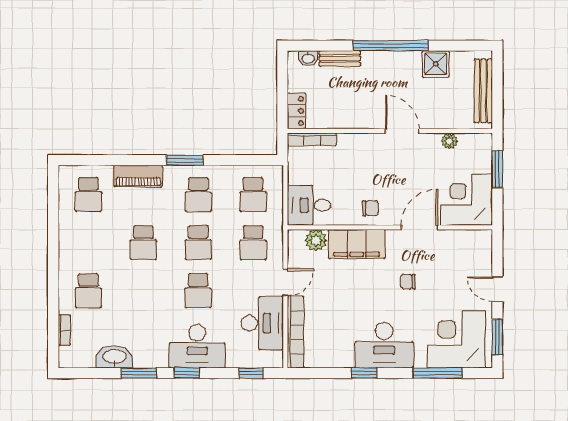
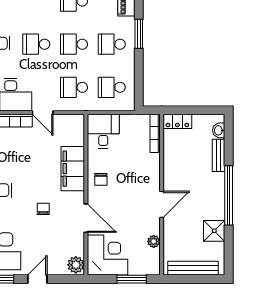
plant: (316, 240) -> (76, 265), moved

